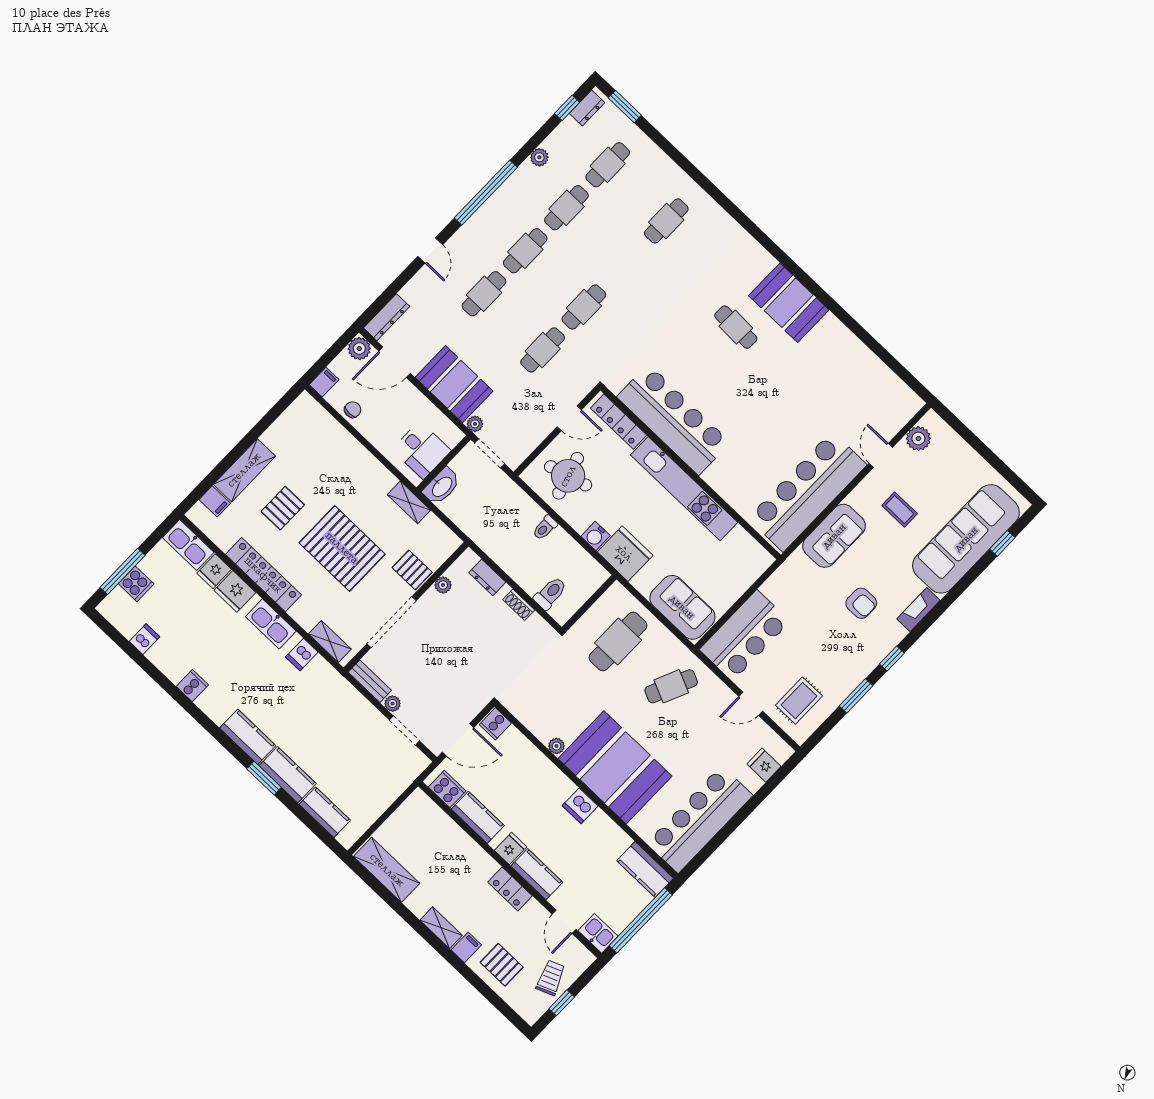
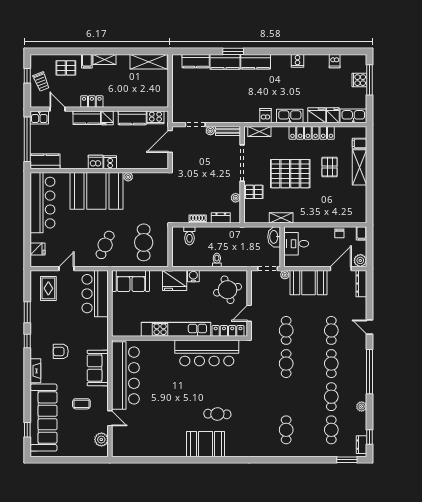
cooker: (495, 724) -> (110, 162), moved

